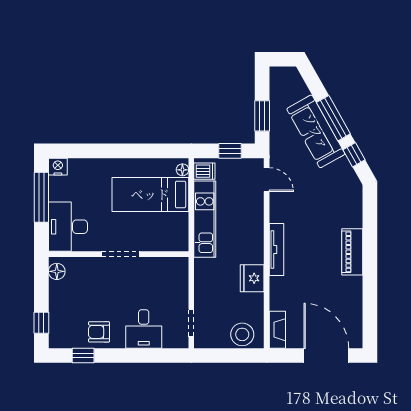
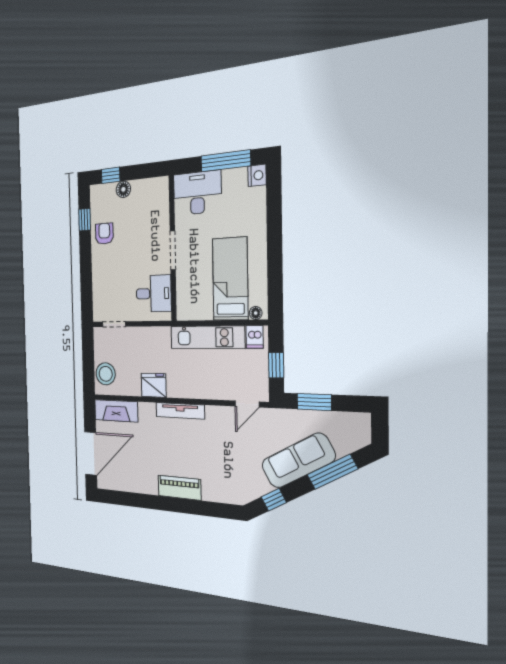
window: (333, 118) -> (332, 472), moved
floor lamp: (57, 271) -> (123, 189), moved
desk: (144, 329) -> (154, 293), moved, turned 180
fireplace: (277, 330) -> (116, 411), width x1.37, depth x1.32

